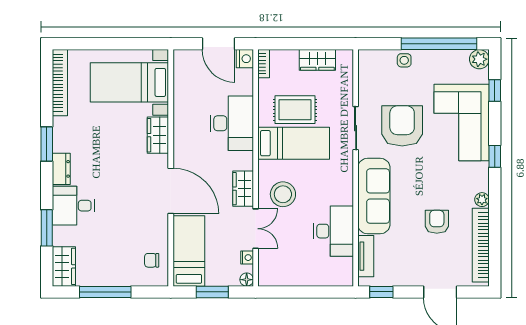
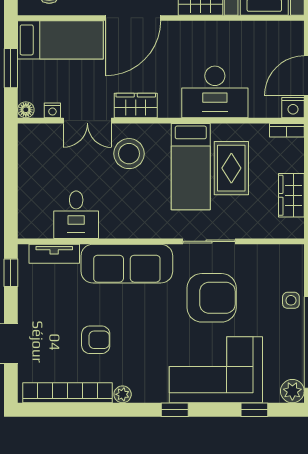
desk: (333, 231) -> (76, 215), width x0.73

